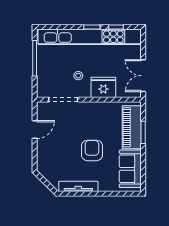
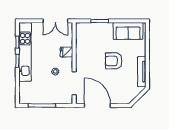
kitchen unit: (90, 37) -> (25, 52), width x0.73
fridge: (103, 87) -> (67, 52), width x0.53, depth x0.75
piano: (132, 127) -> (96, 30), removed
door: (35, 130) -> (97, 105), width x1.88

